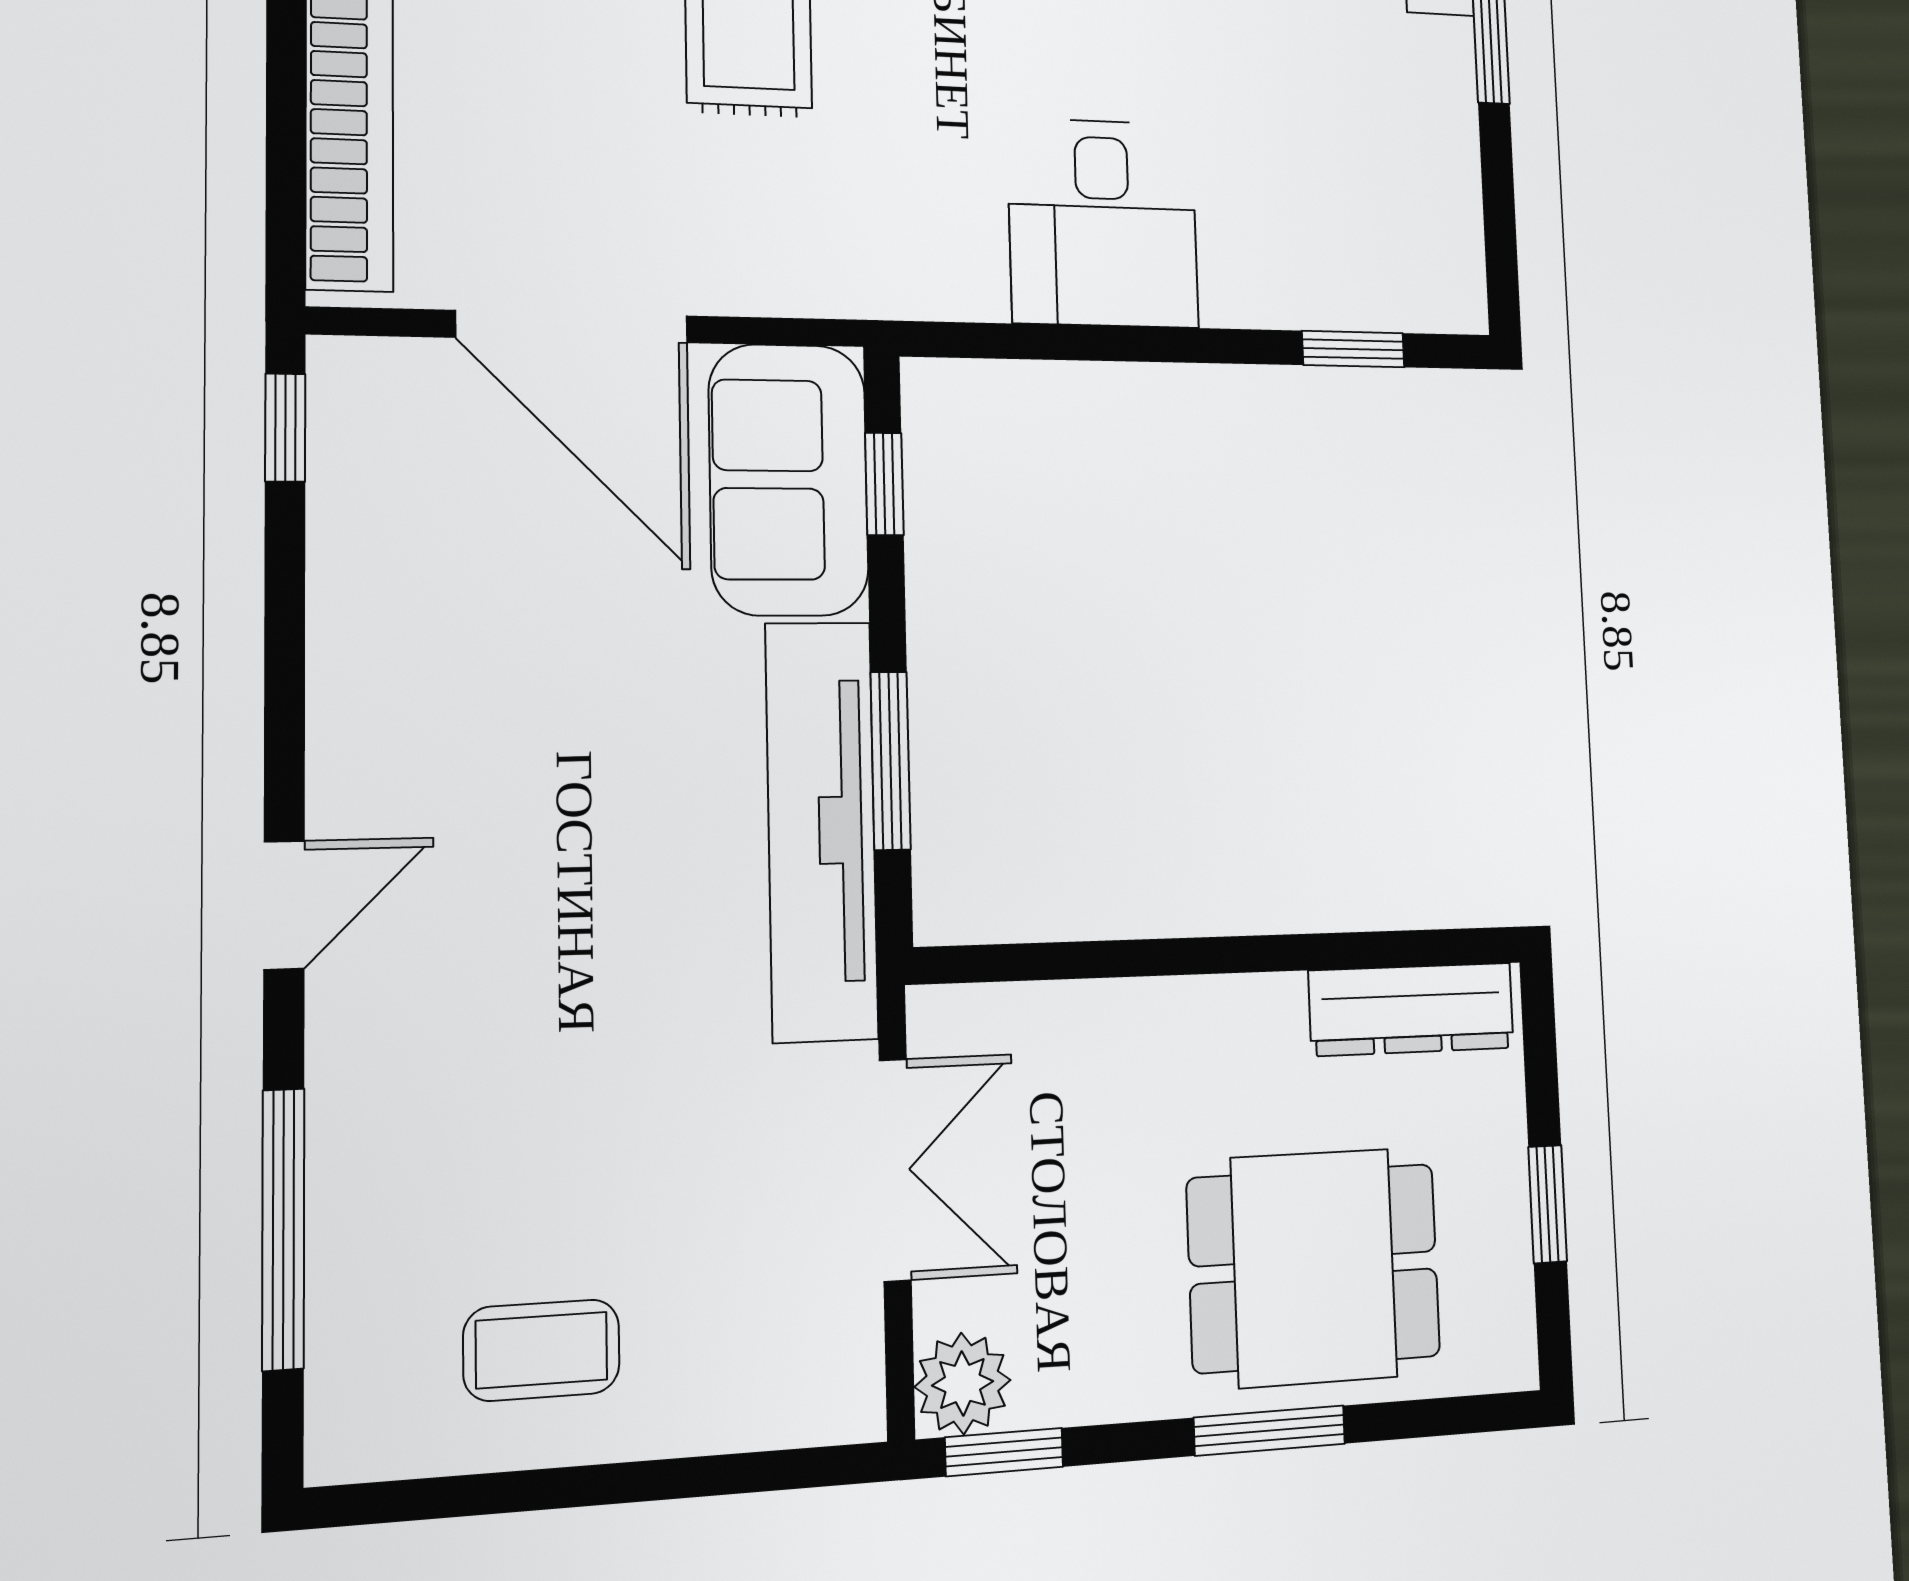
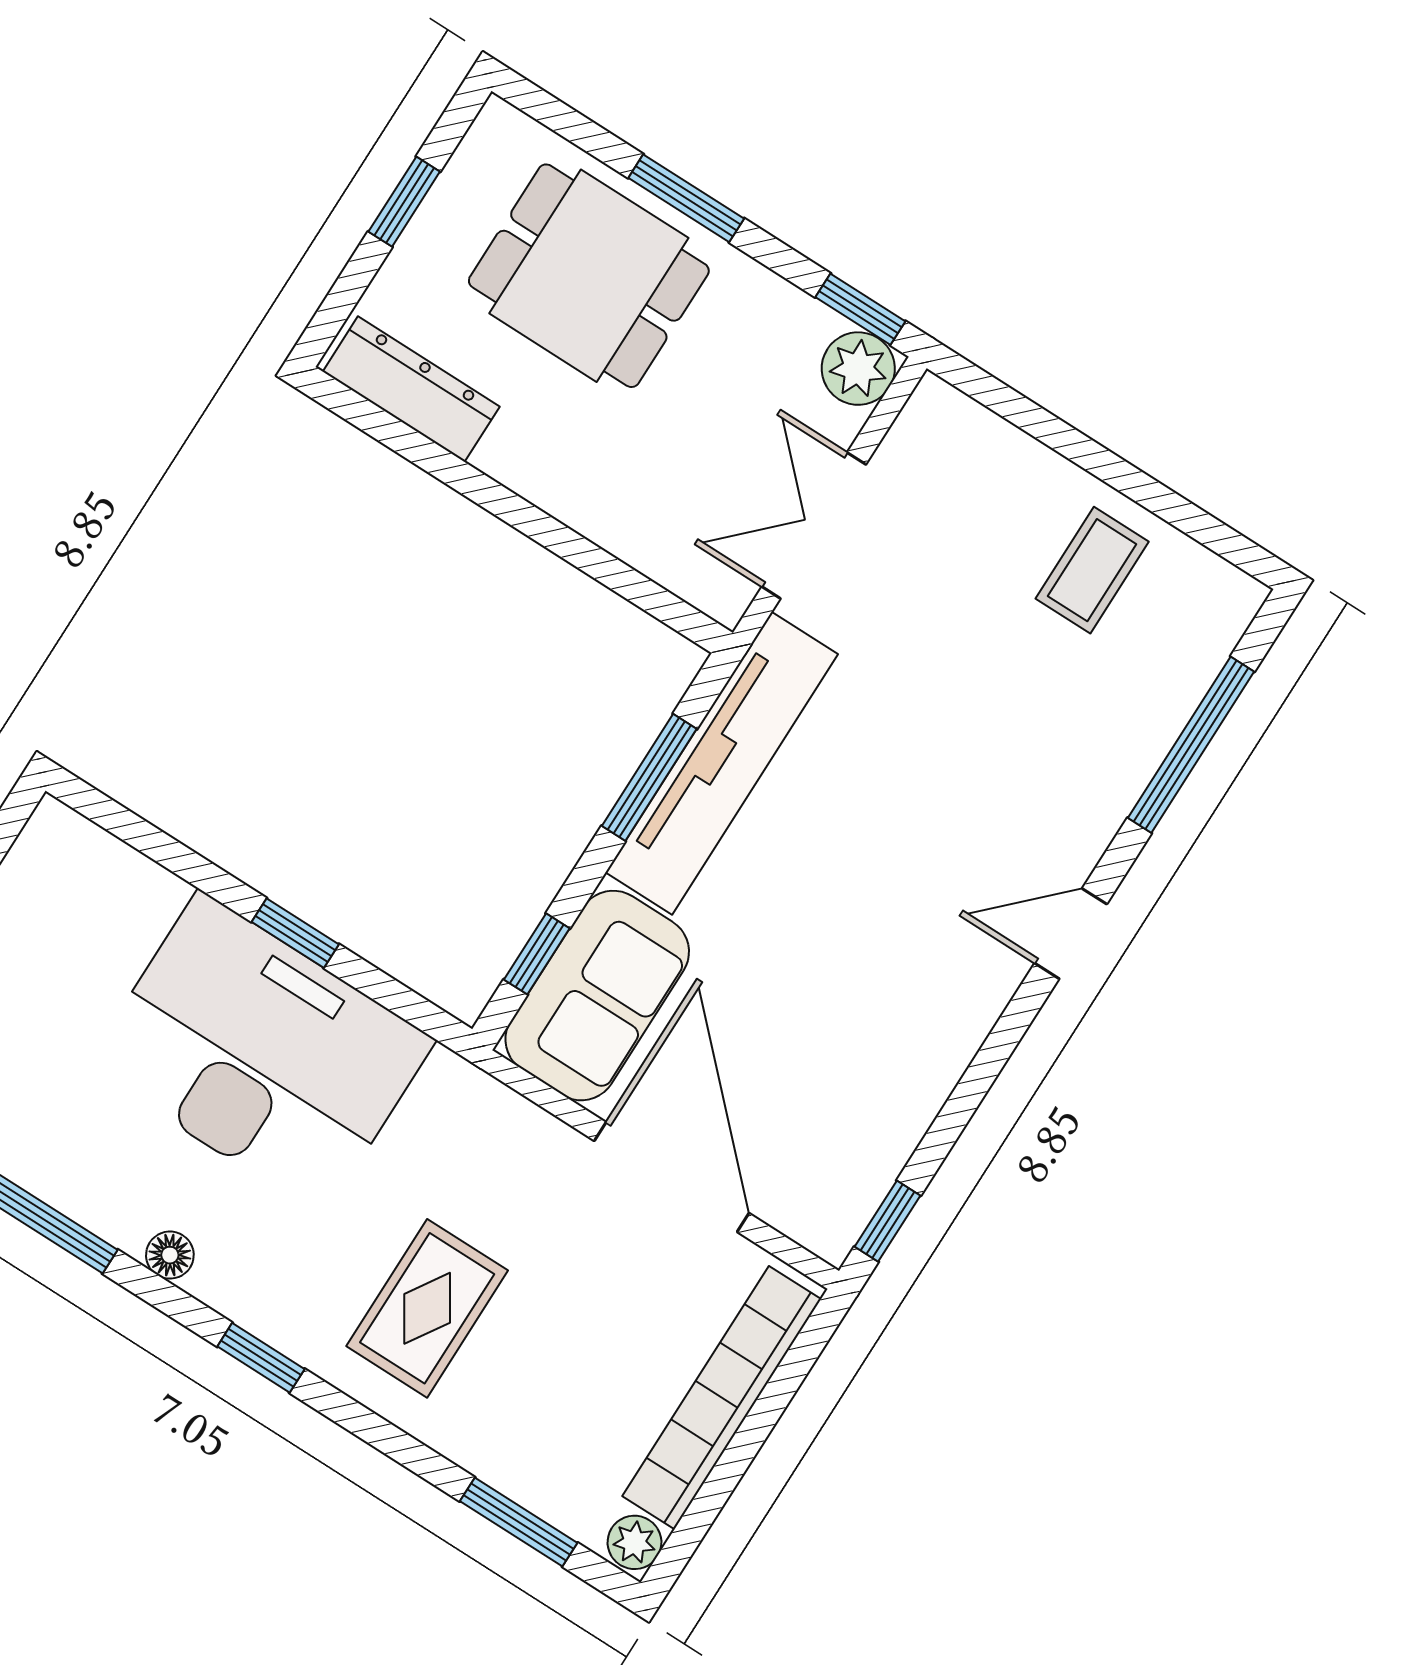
desk: (1103, 223) -> (261, 1053), width x1.87, depth x1.30
window: (1353, 349) -> (295, 933), moved
coffee table: (542, 1350) -> (1092, 570), turned 90

